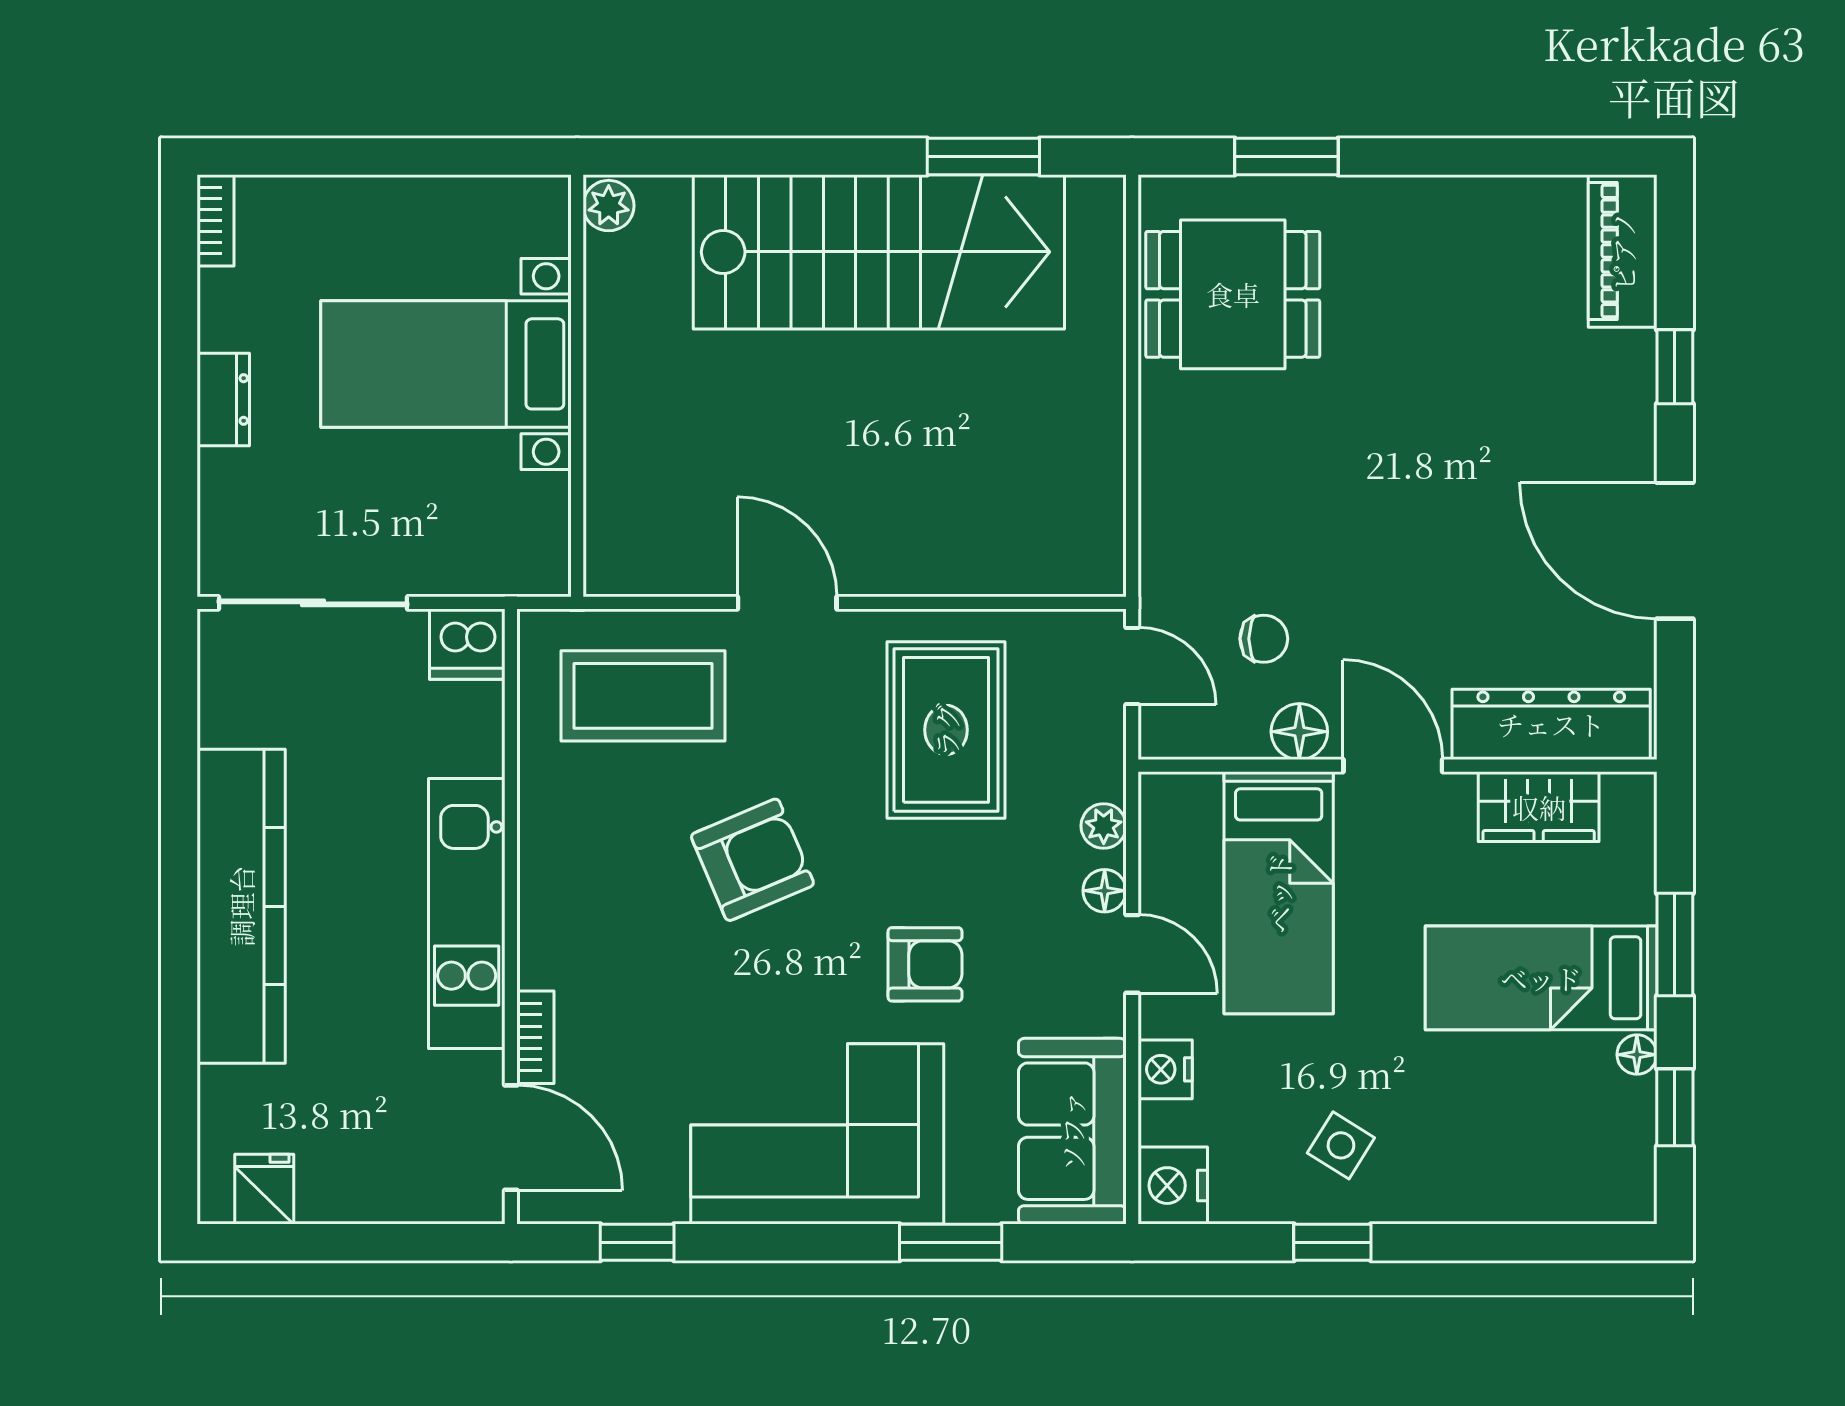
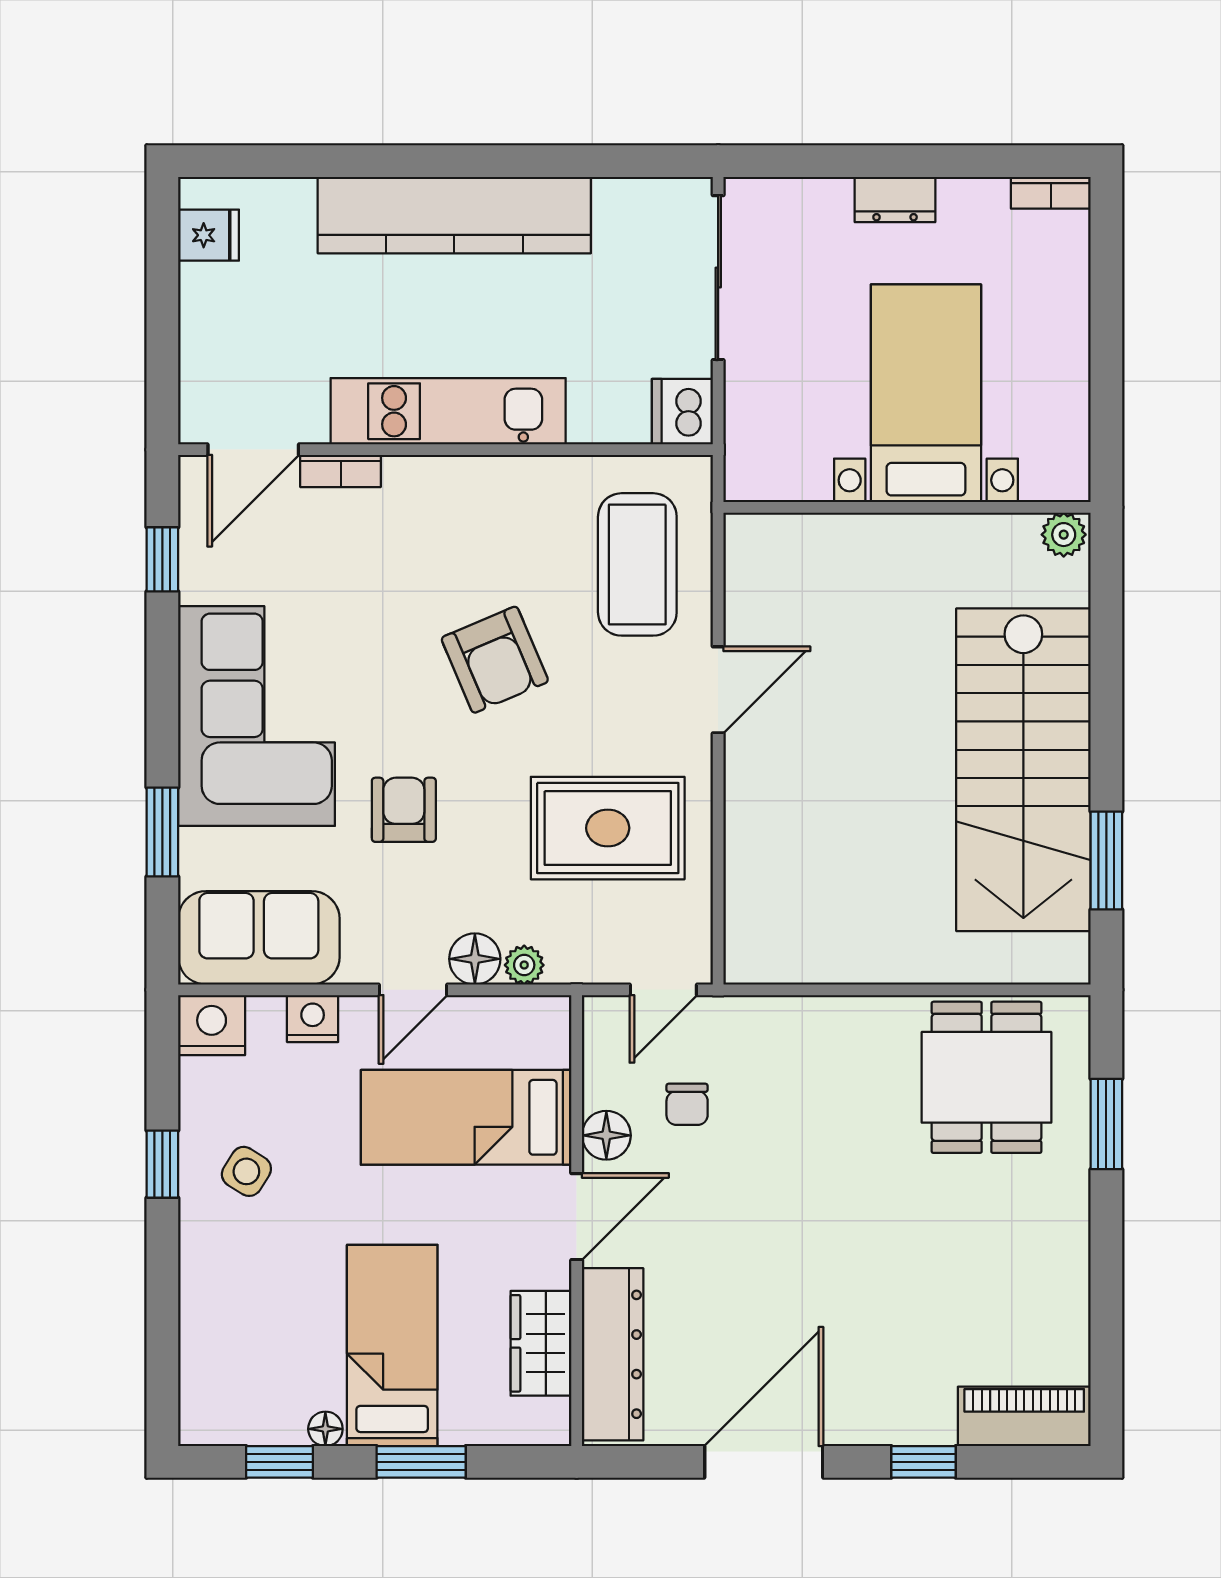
floor lamp: (1105, 891) -> (475, 959), width x1.37, depth x1.37
armchair: (925, 964) -> (404, 810), turned 180

